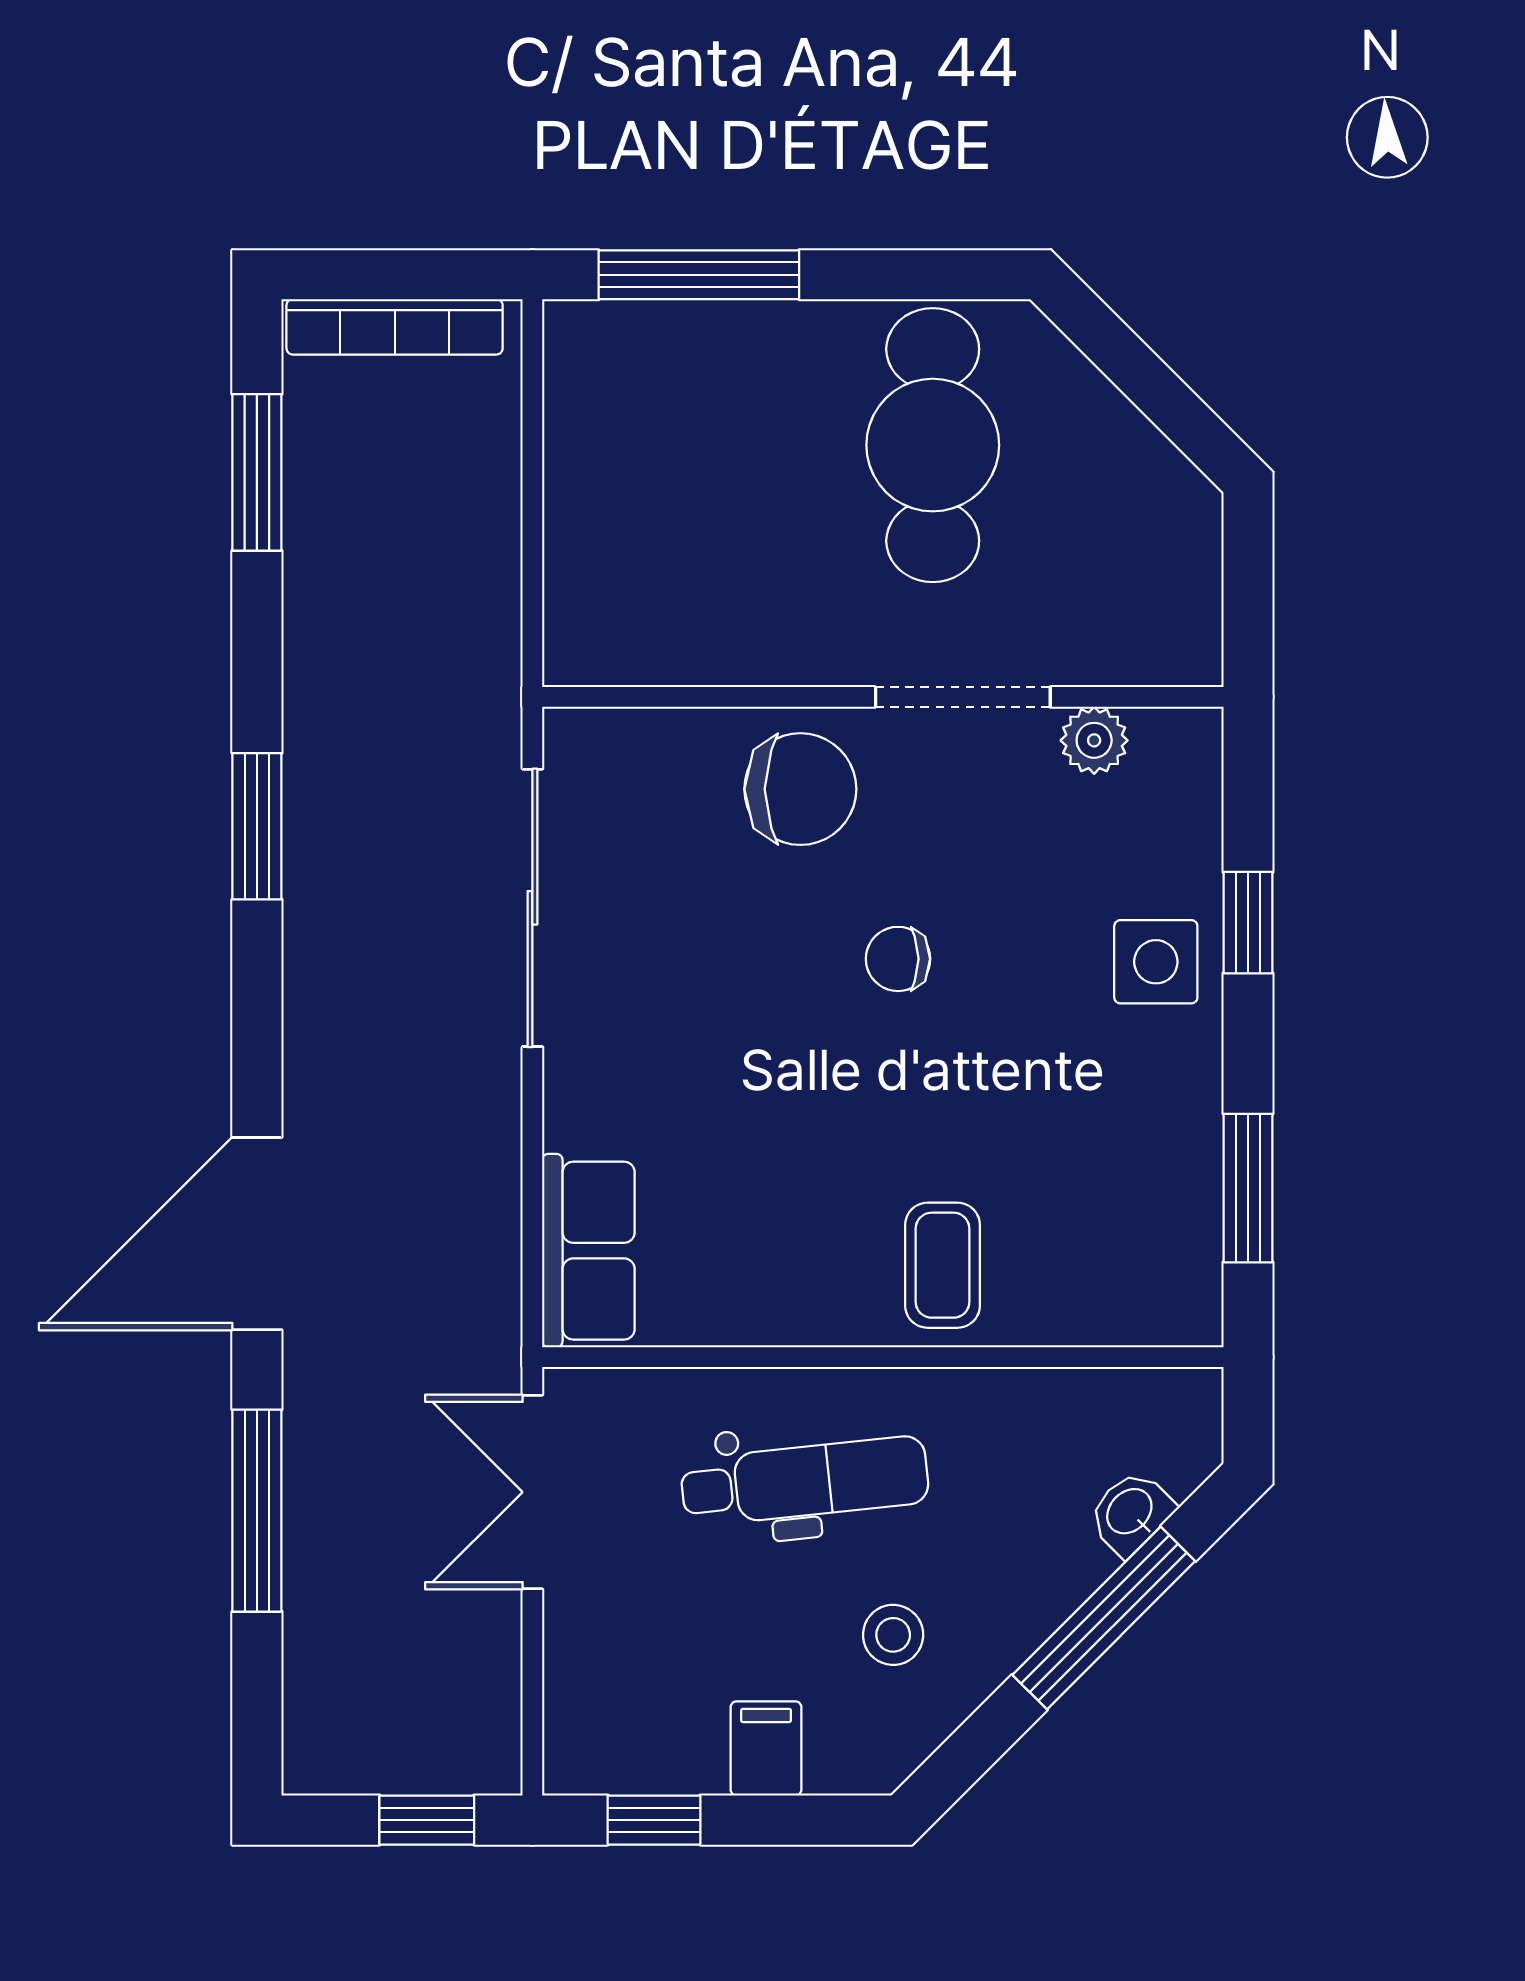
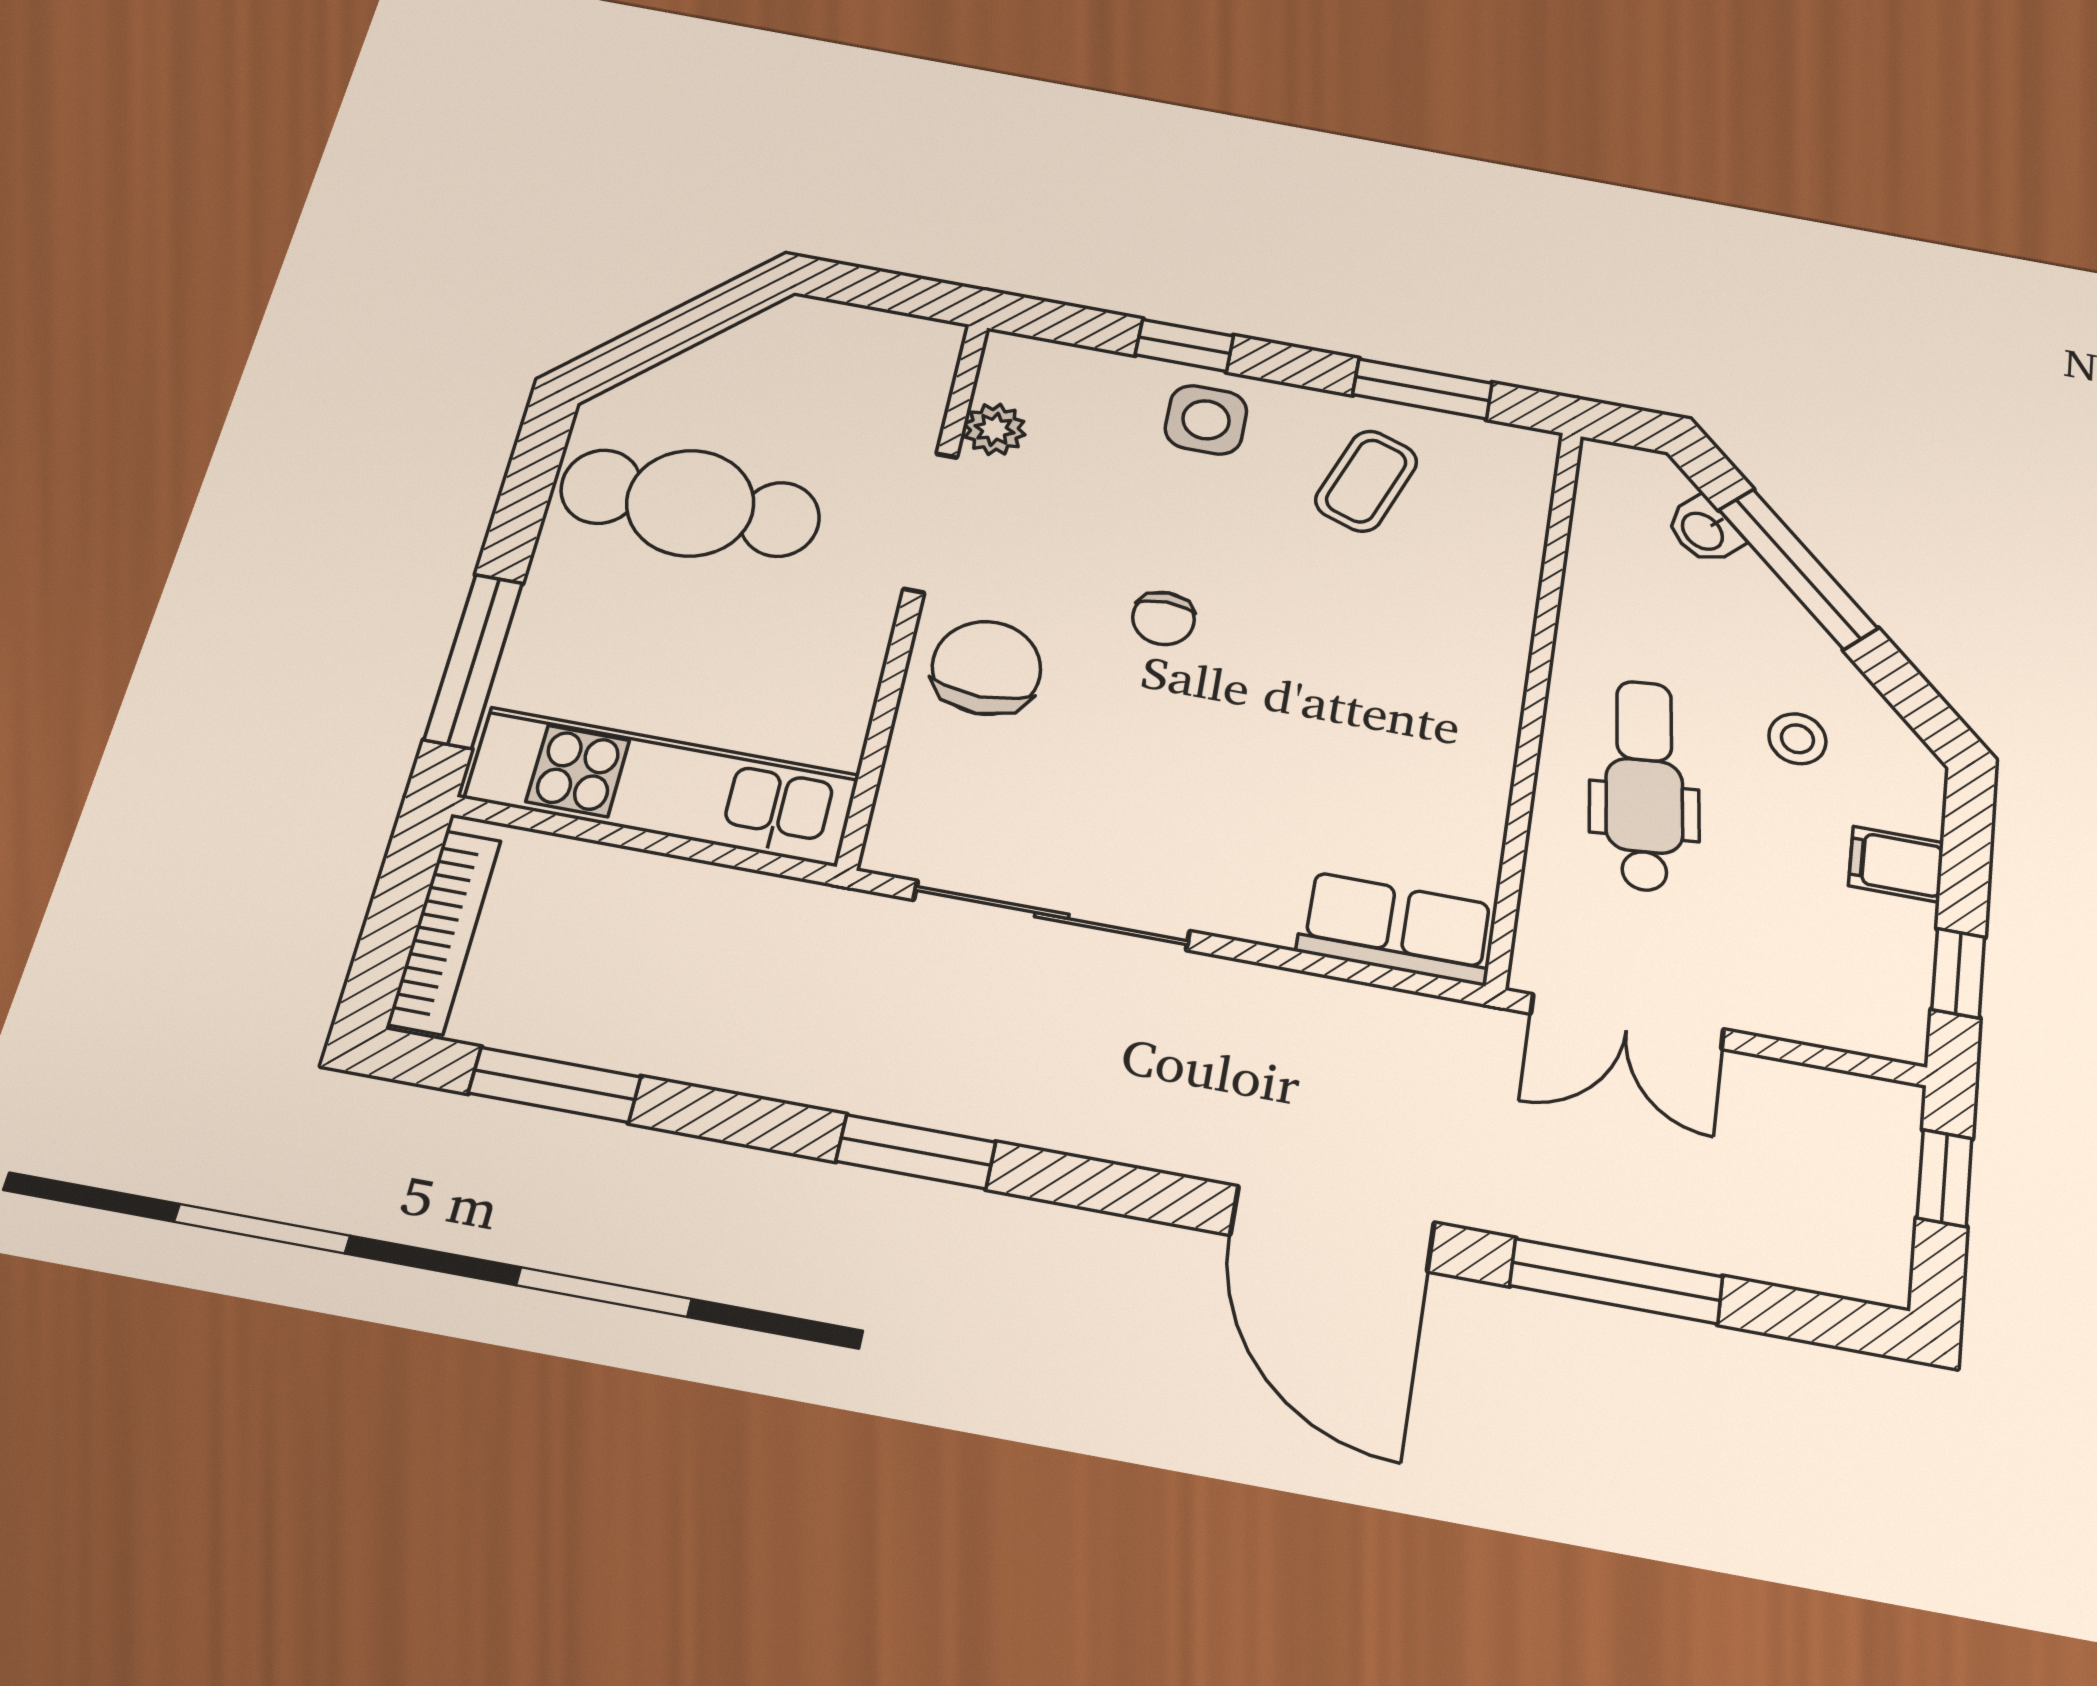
kitchen unit: (596, 497) -> (663, 787), added
coffee table: (943, 1265) -> (1366, 481), moved, turned -70

